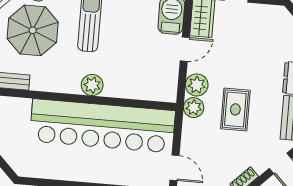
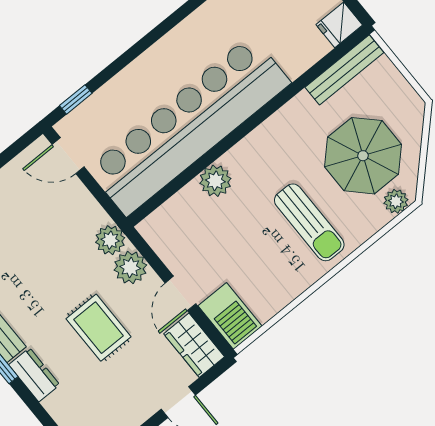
plant: (92, 85) -> (215, 181), moved
rug: (235, 109) -> (98, 328), moved

